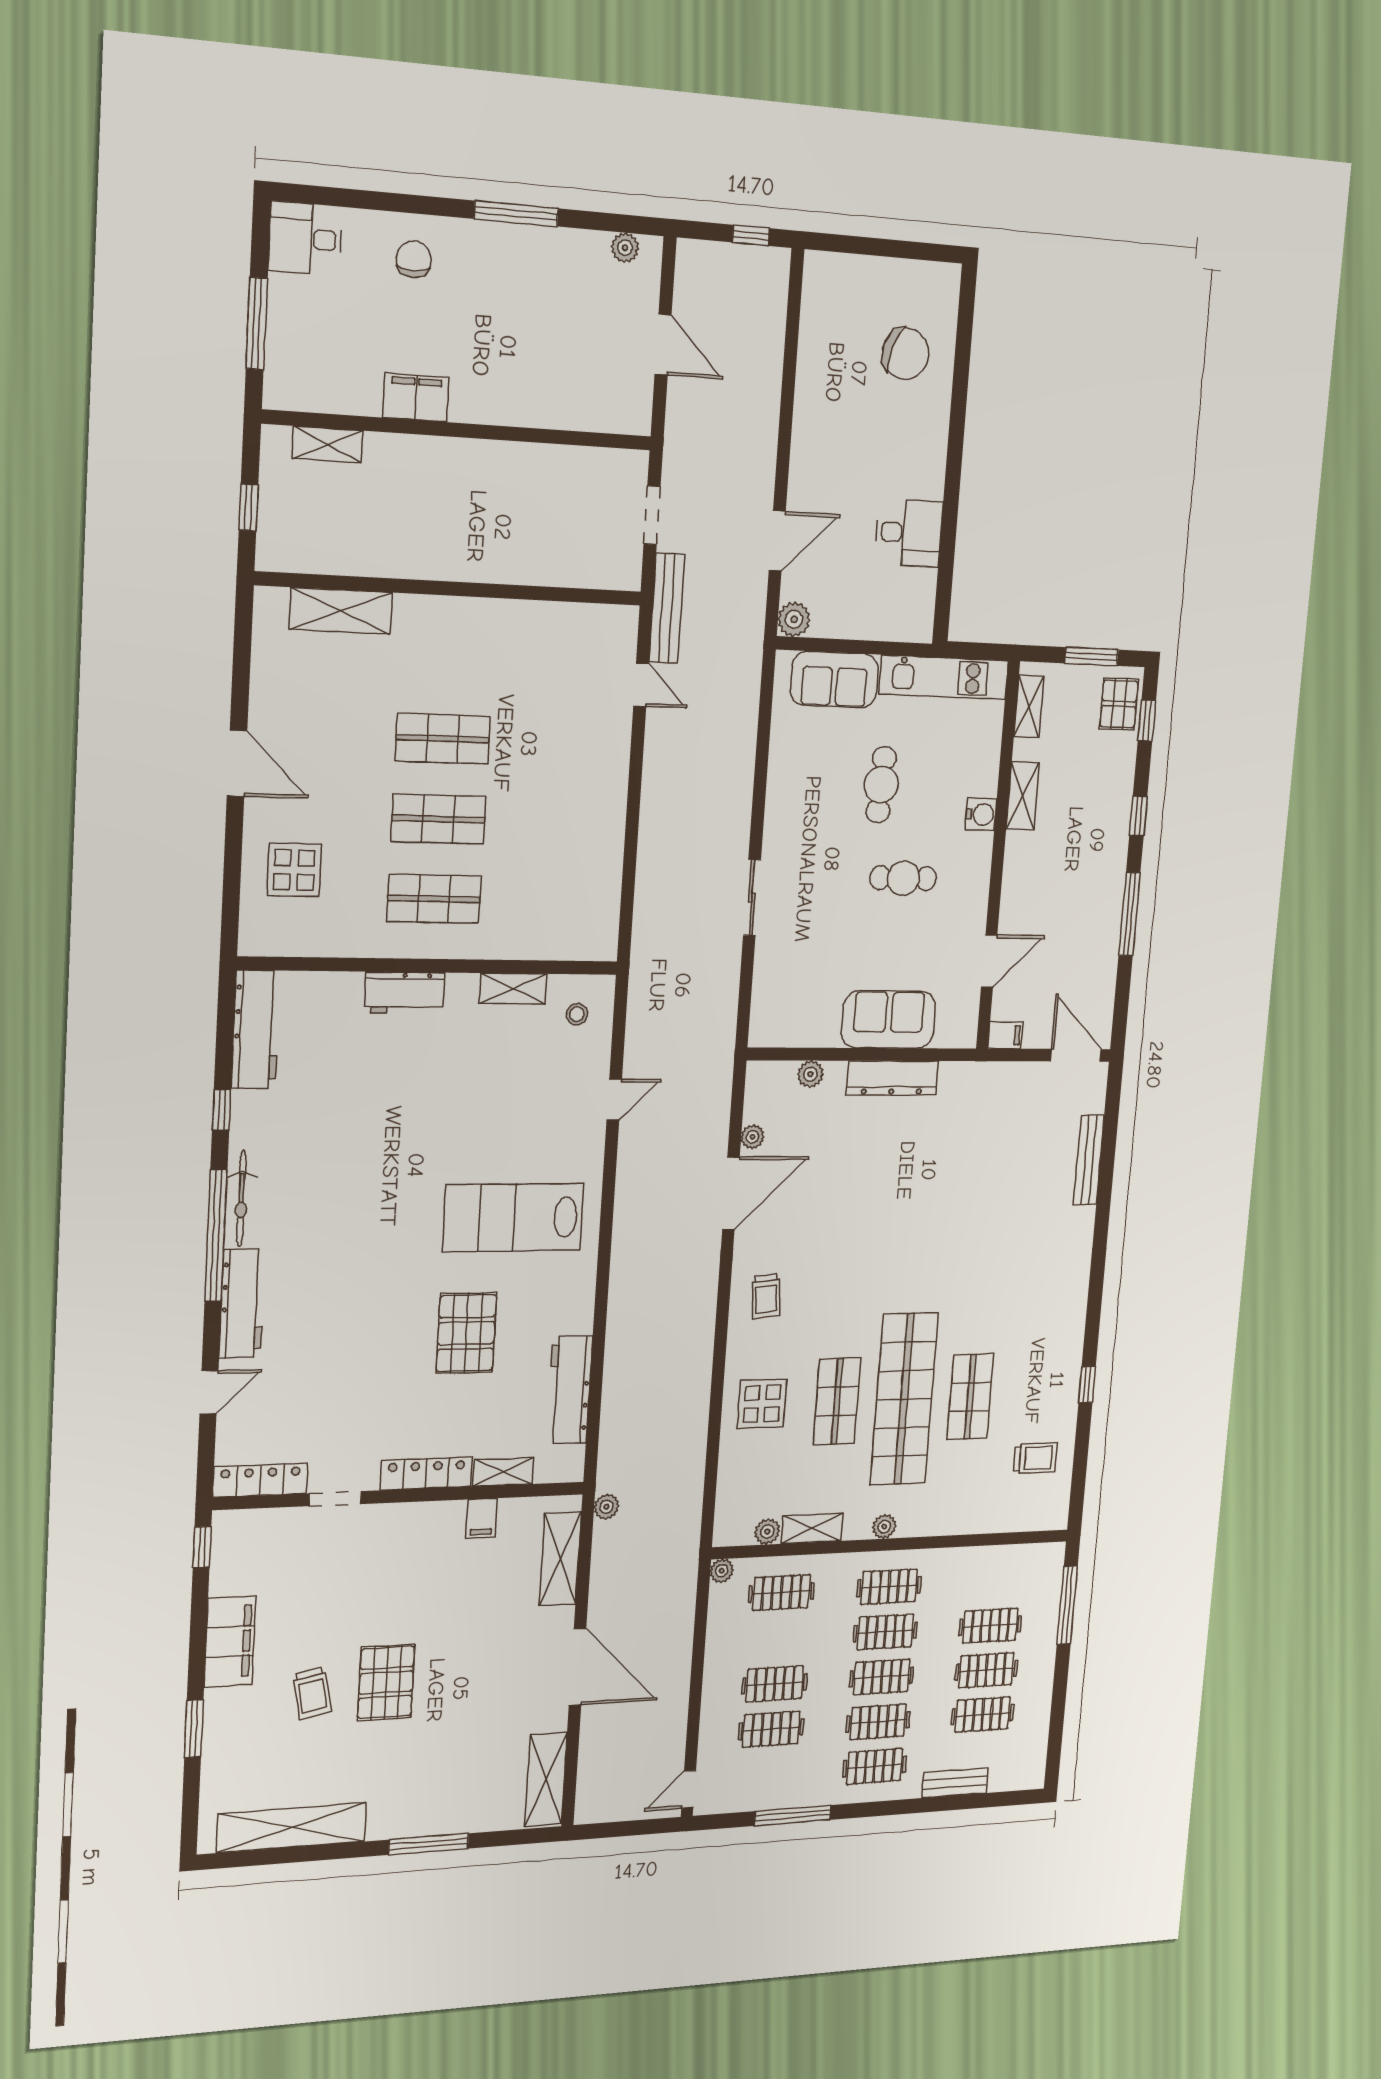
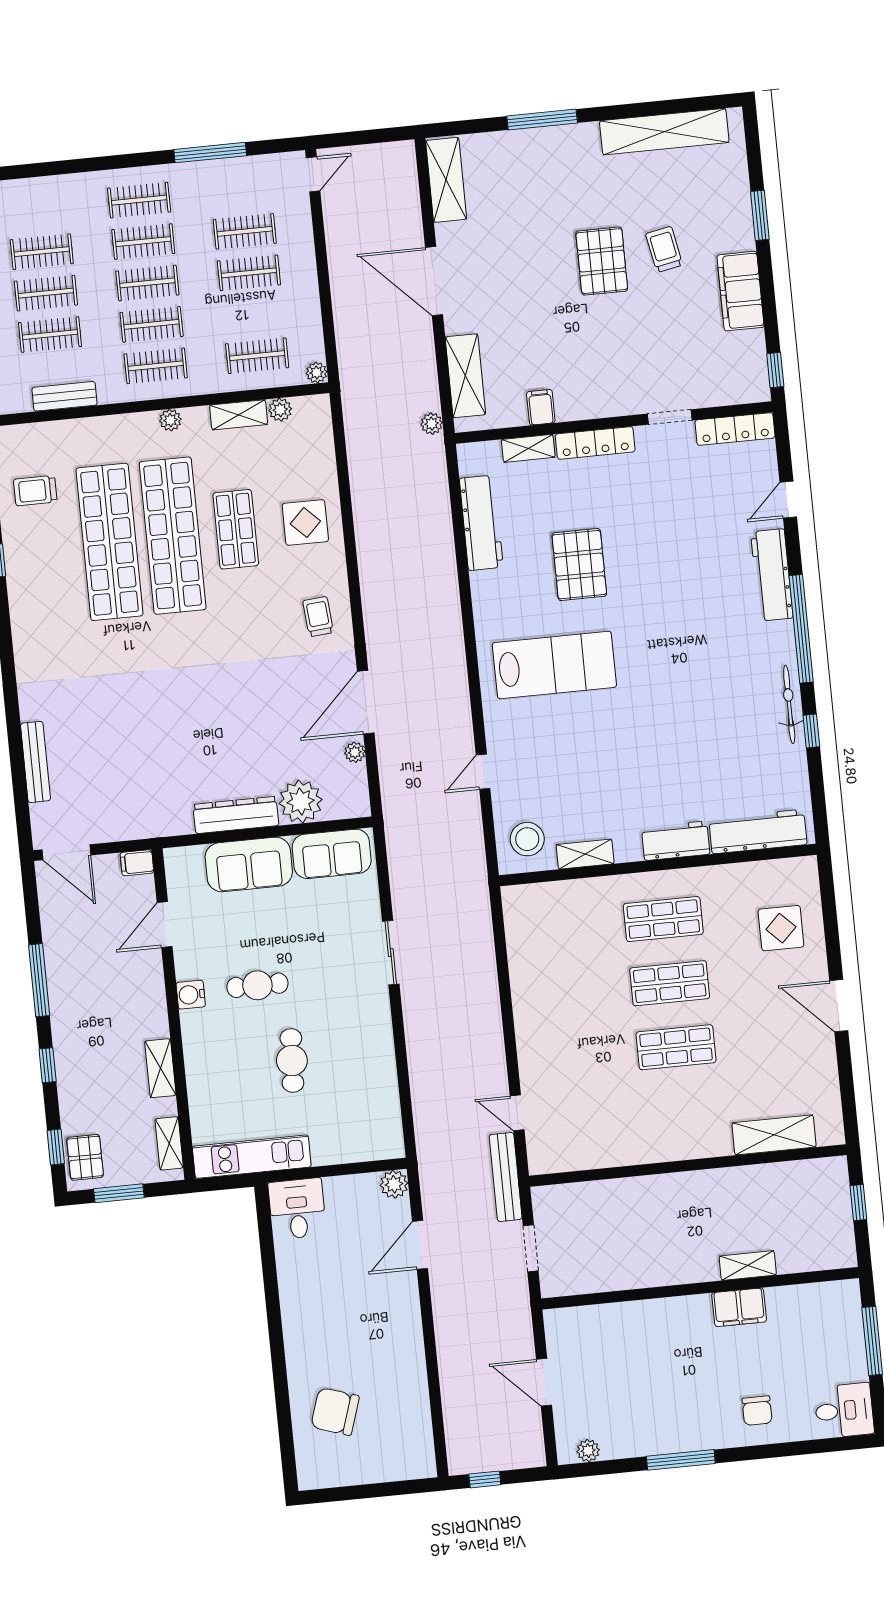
shelving: (327, 444) -> (748, 1266), moved
desk: (909, 533) -> (297, 1209), moved, turned 90
sofa: (834, 680) -> (332, 854), moved, turned 180
water cooler: (981, 814) -> (191, 995), moved
stool: (577, 1014) -> (527, 839), width x1.89, depth x1.89
workbench: (256, 1029) -> (758, 832), moved, turned 90
plant: (810, 1074) -> (301, 801), width x1.87, depth x1.87
bicycle: (241, 1198) -> (789, 704), moved
shop shelf: (970, 1397) -> (110, 542), width x2.00, depth x1.36
bench: (955, 1783) -> (65, 396), moved

